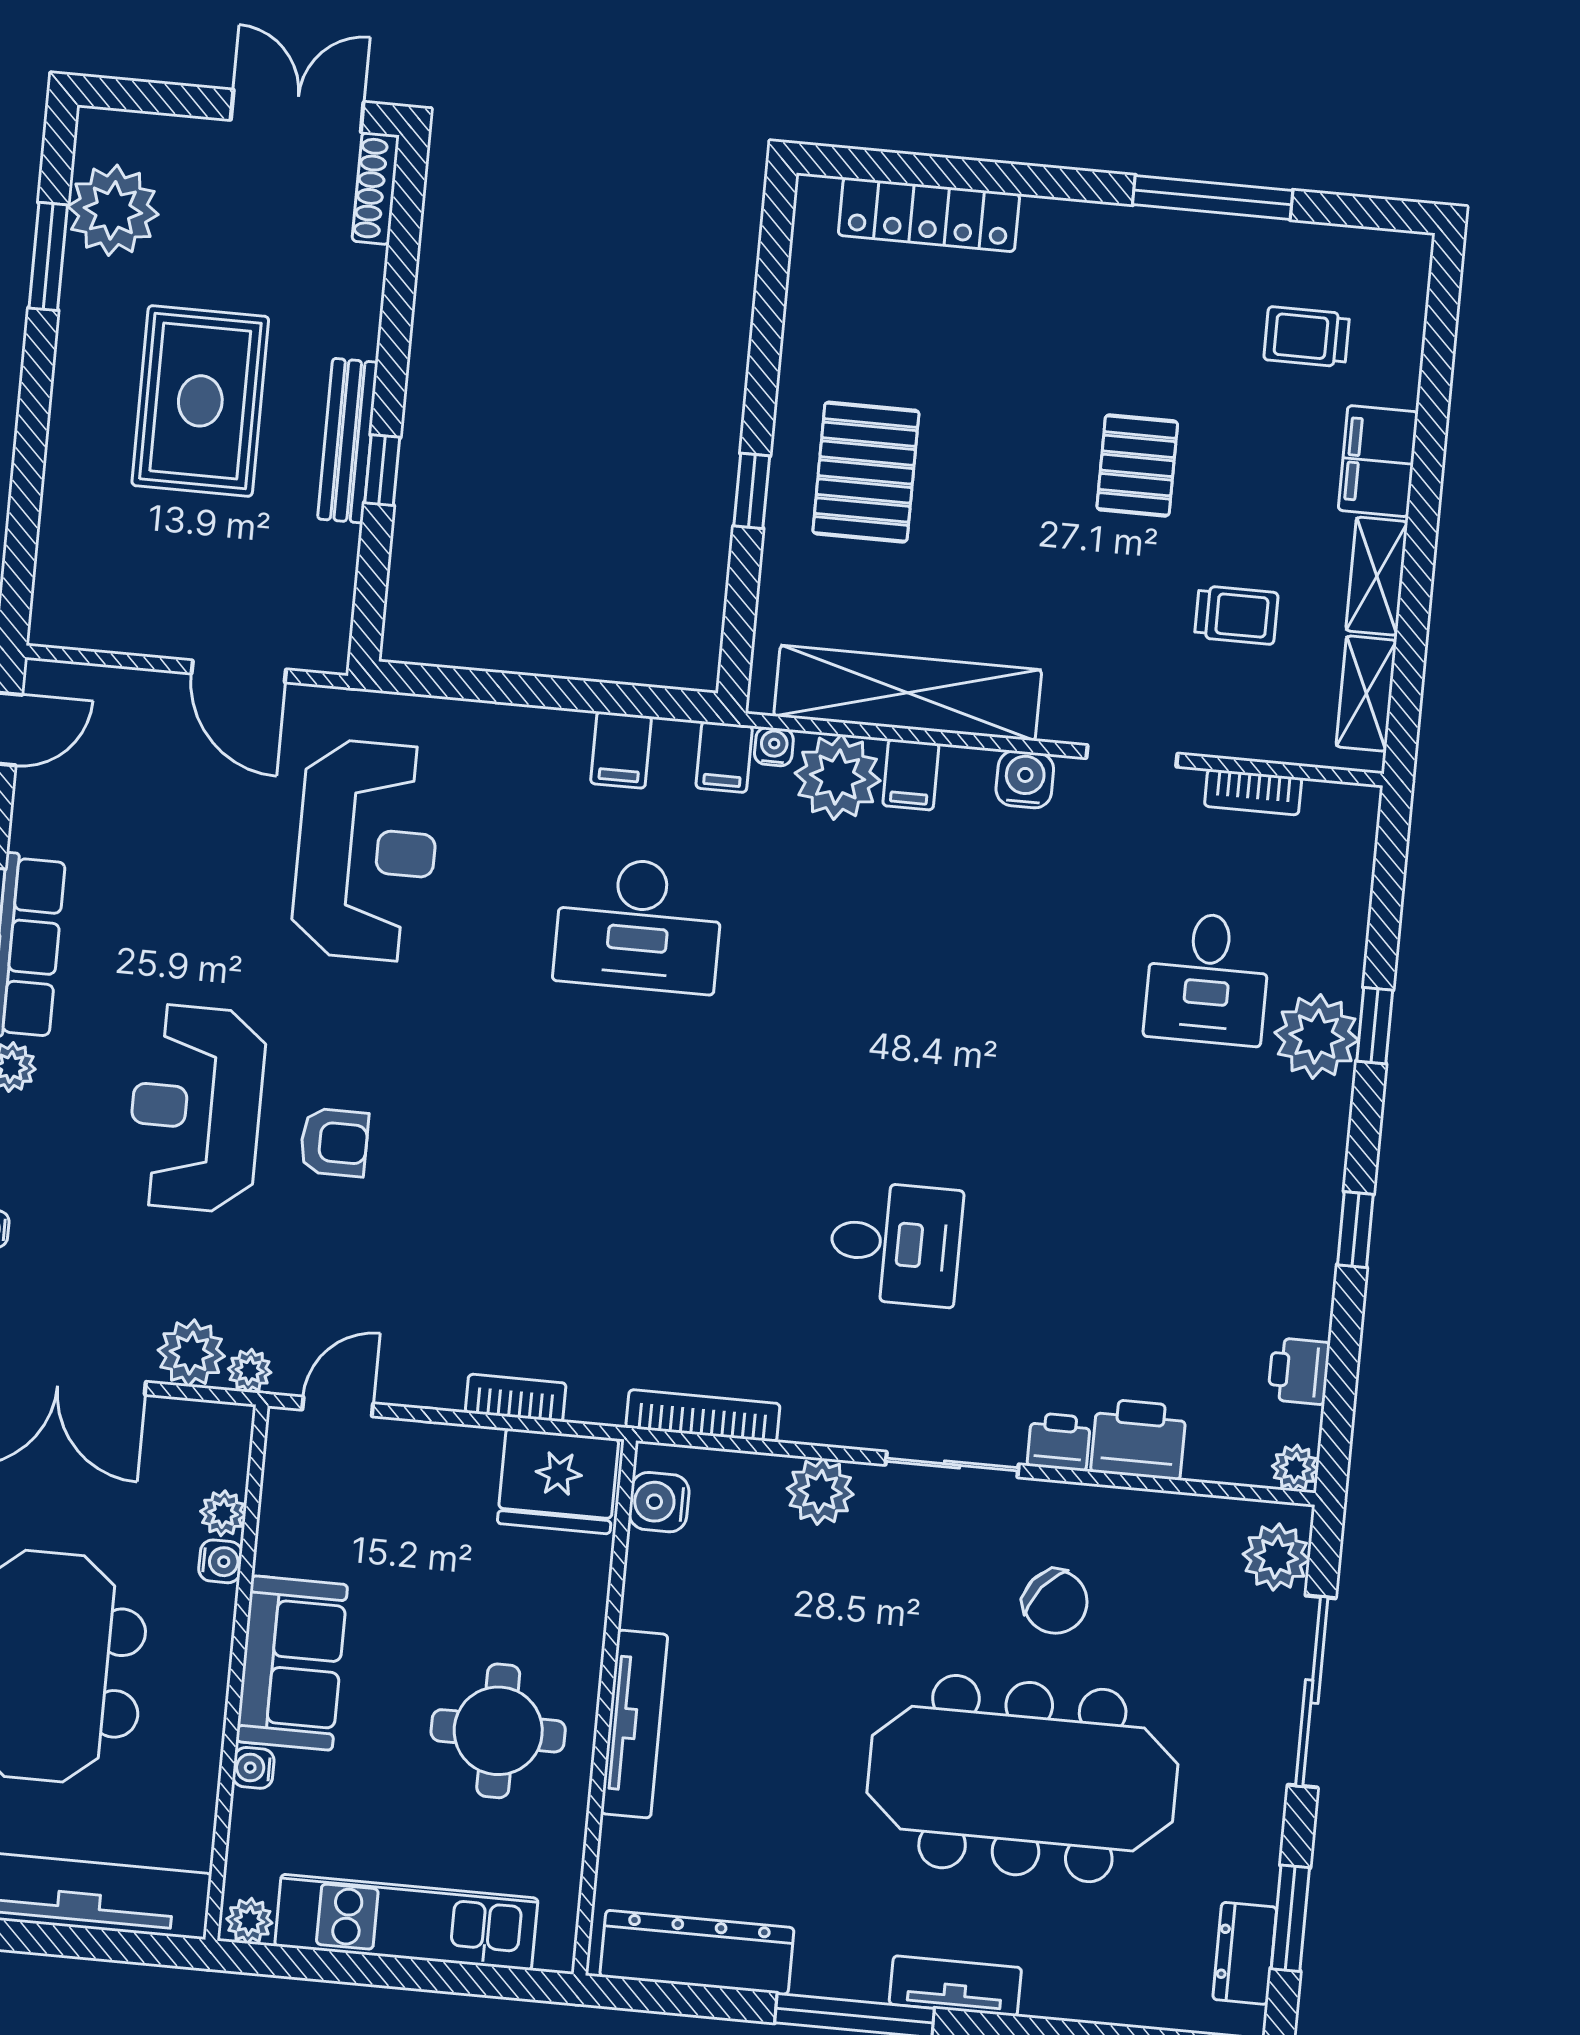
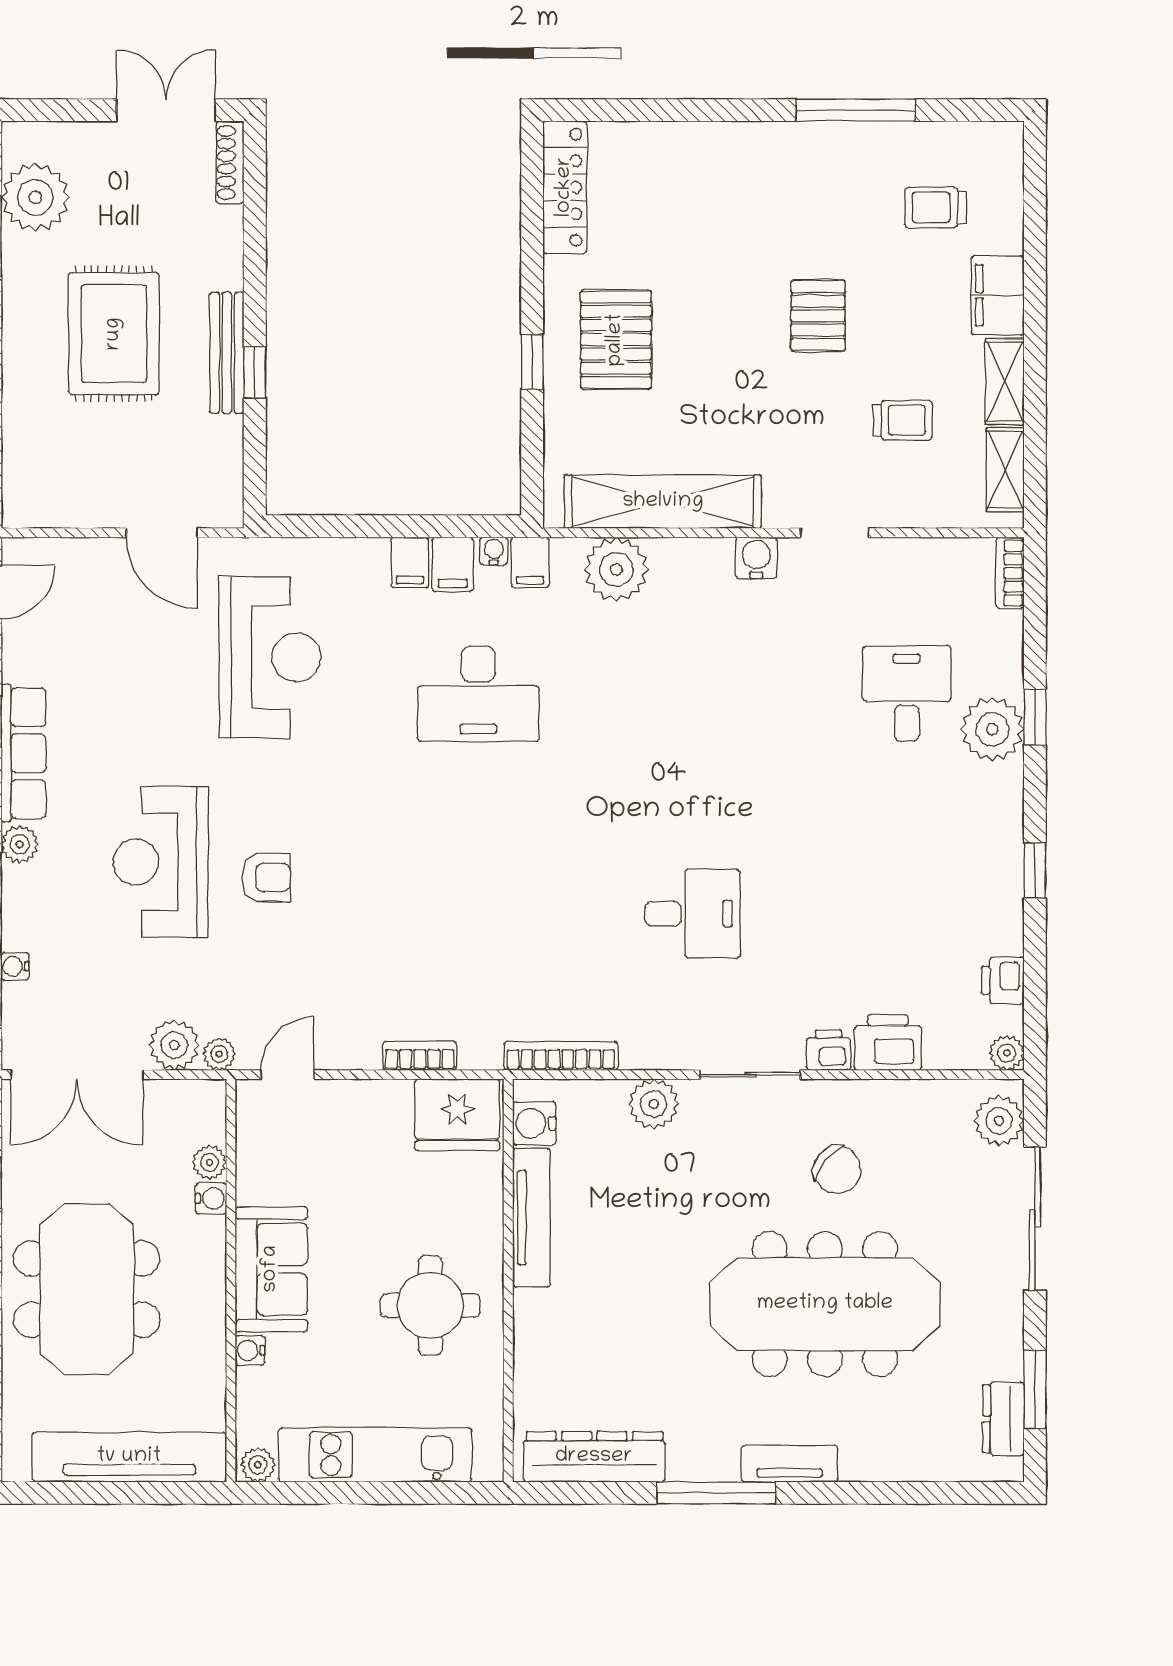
locker: (929, 215) -> (565, 187), moved, turned -90
water cooler: (774, 747) -> (494, 551), moved
filing cabinet: (911, 775) -> (410, 562), moved
bookcase: (1253, 792) -> (1010, 573), moved, turned 90
desk: (1207, 979) -> (907, 694), turned 180
tv unit: (634, 1724) -> (531, 1218), moved

